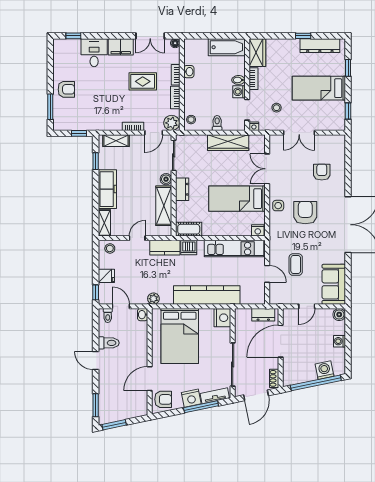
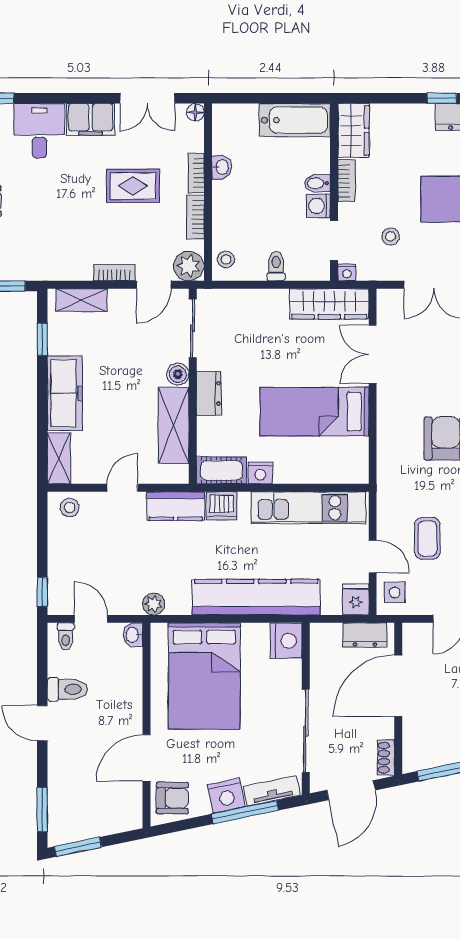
wardrobe: (228, 143) -> (329, 304), moved
side table: (278, 206) -> (395, 592), moved
nightstand: (258, 230) -> (260, 473), moved
fridge: (106, 276) -> (356, 600), moved, turned -90

